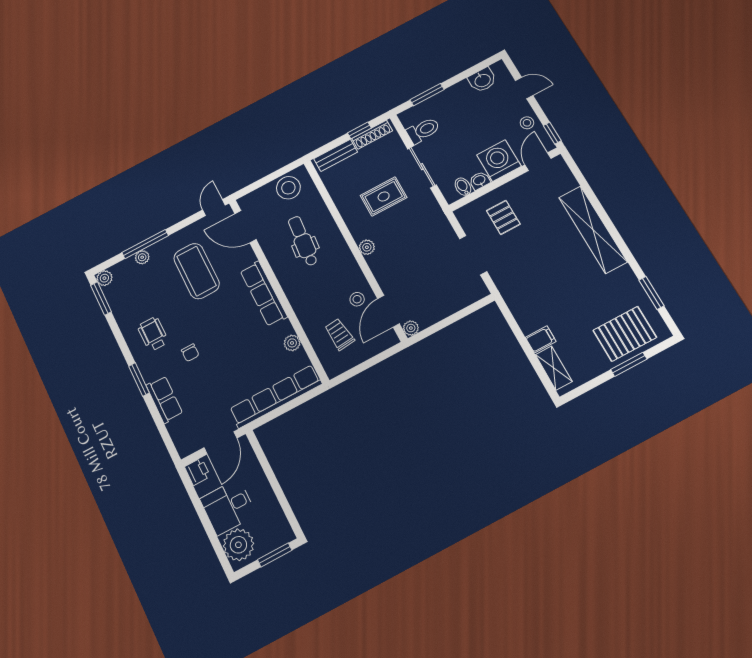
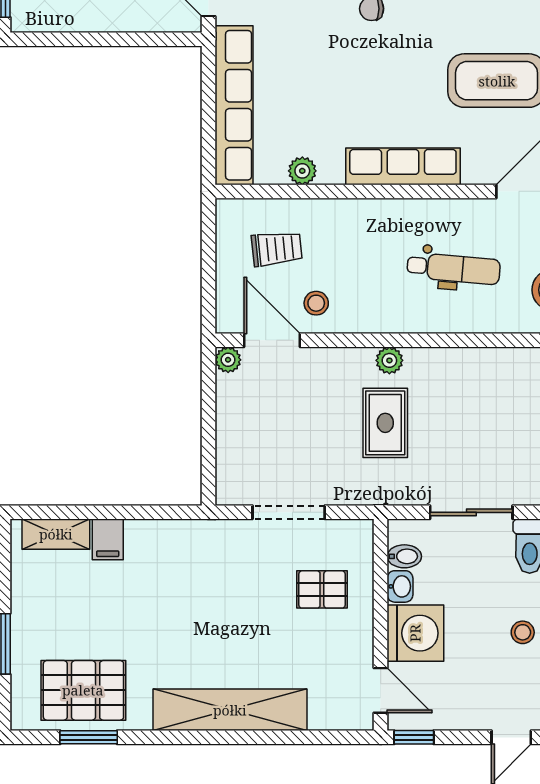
stool: (527, 123) -> (523, 632), moved
rug: (384, 196) -> (385, 423), moved
pallet: (625, 334) -> (83, 690), moved, turned 90

